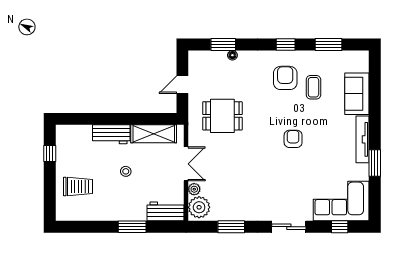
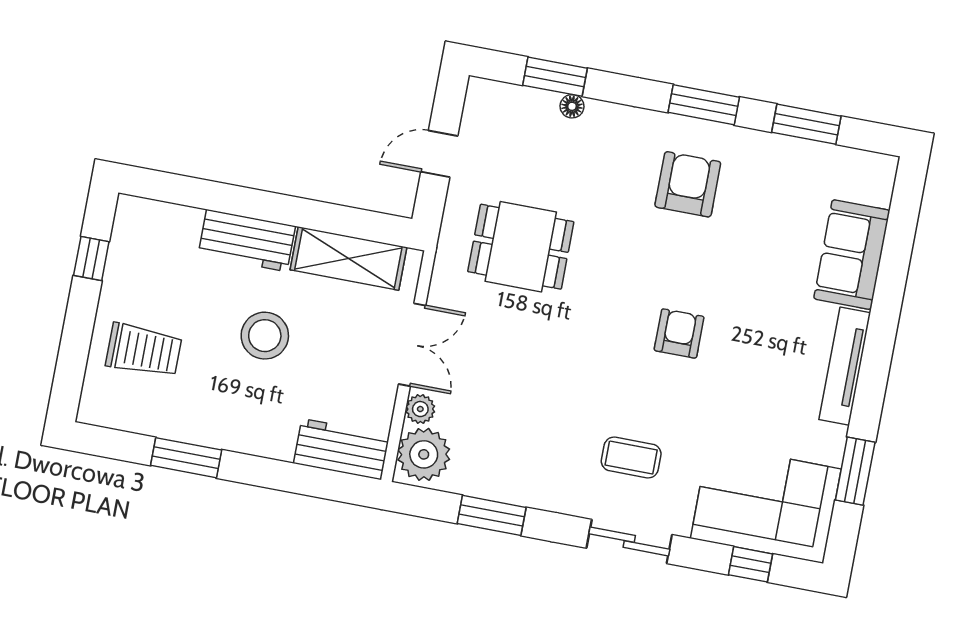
window: (286, 45) -> (704, 105), width x1.50
coffee table: (313, 87) -> (631, 458), moved, turned 90
window: (375, 163) -> (855, 471), moved
stool: (126, 171) -> (265, 336), width x1.89, depth x1.89
window: (132, 227) -> (186, 458), moved

